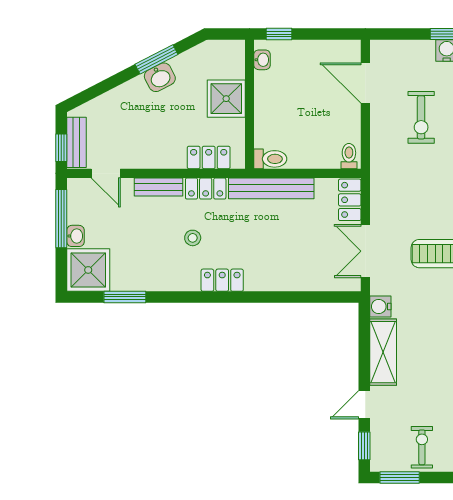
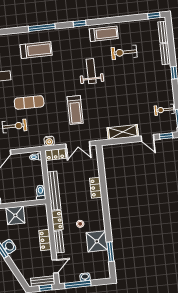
locker: (209, 157) -> (45, 240), moved
shower: (88, 270) -> (97, 241), moved
locker: (222, 280) -> (96, 188), moved
water cooler: (380, 307) -> (49, 141), moved

